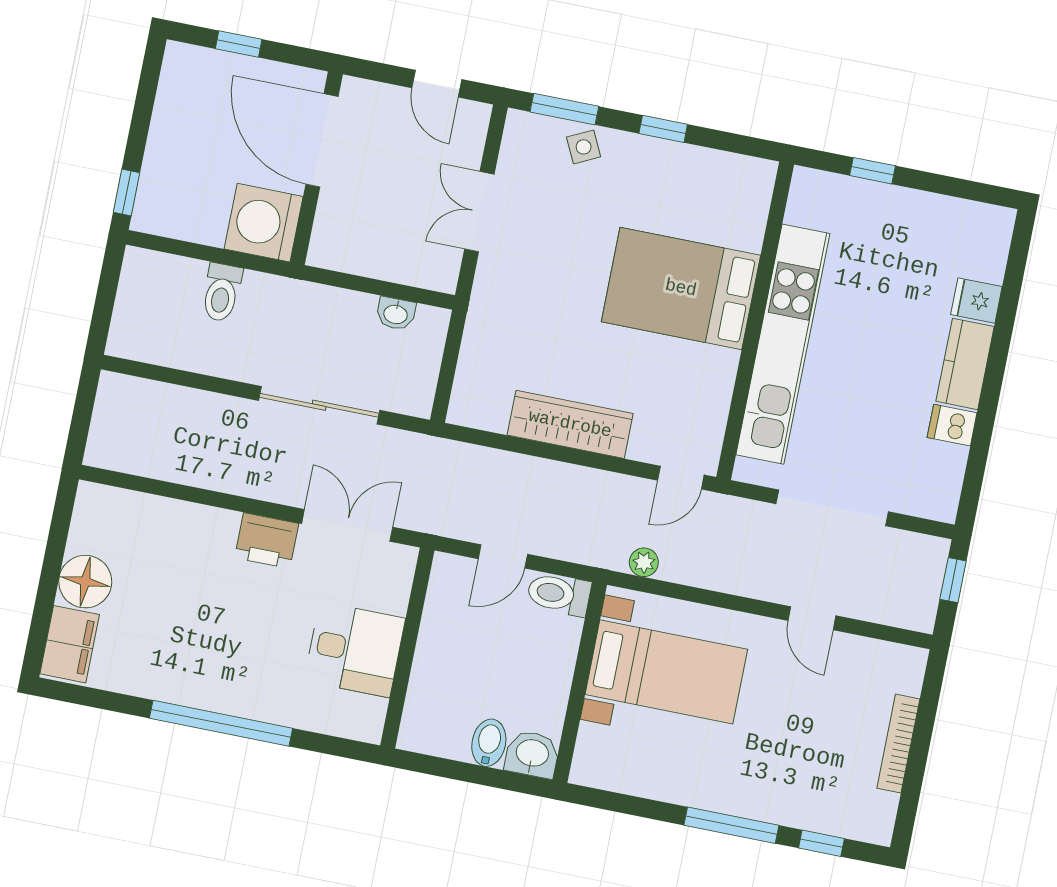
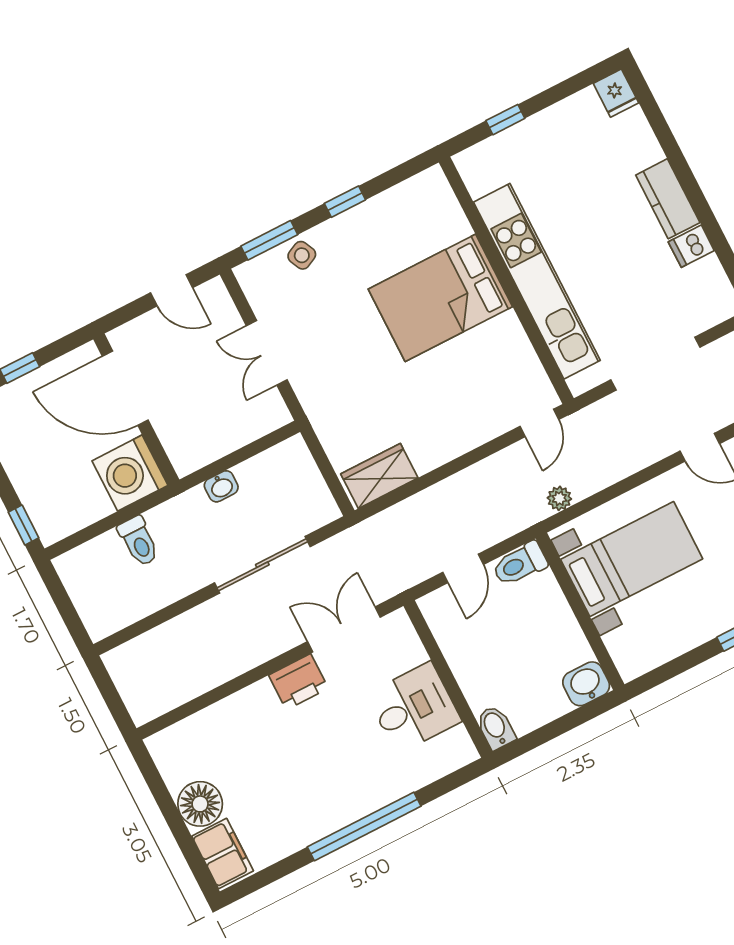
fridge: (976, 301) -> (616, 93), moved, turned -90
washbasin: (396, 314) -> (221, 486), moved
wardrobe: (570, 424) -> (379, 476), moved, width x0.67
bidet: (489, 743) -> (496, 728), moved

